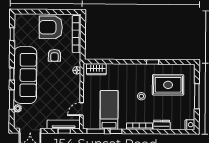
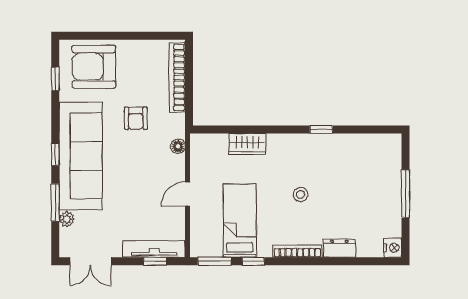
armchair: (51, 27) -> (94, 67), moved
wardrobe: (96, 69) -> (247, 144), moved
rug: (168, 85) -> (351, 173), removed
door: (81, 109) -> (188, 194), moved

